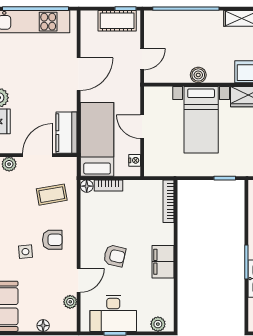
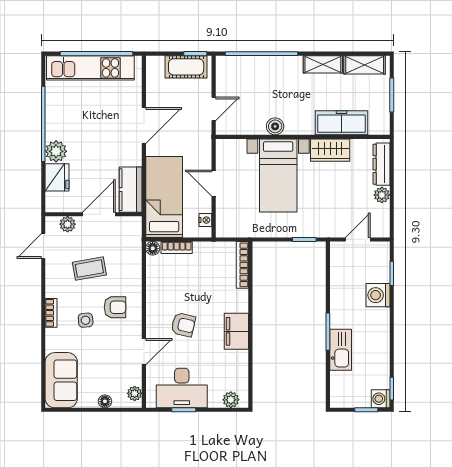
coffee table: (52, 195) -> (89, 269), moved
plant: (70, 302) -> (135, 393), moved

